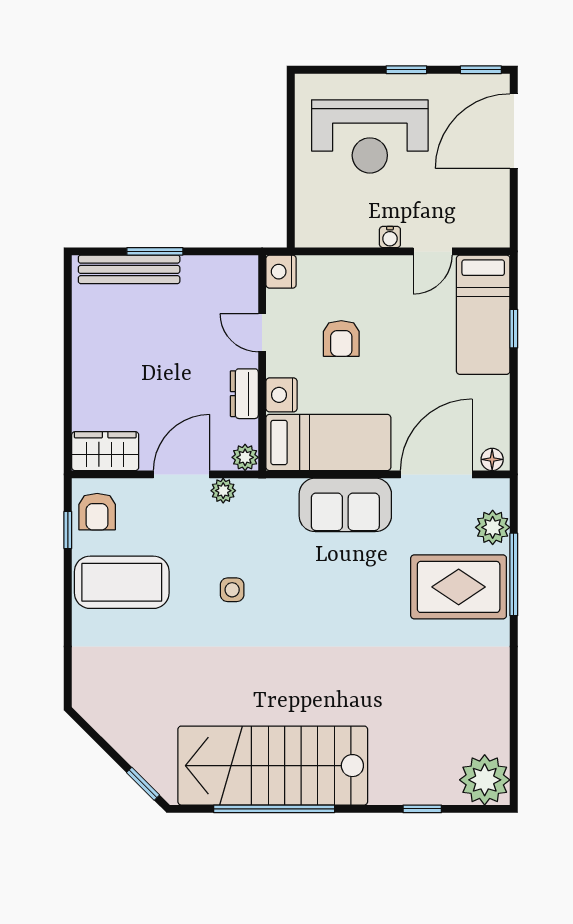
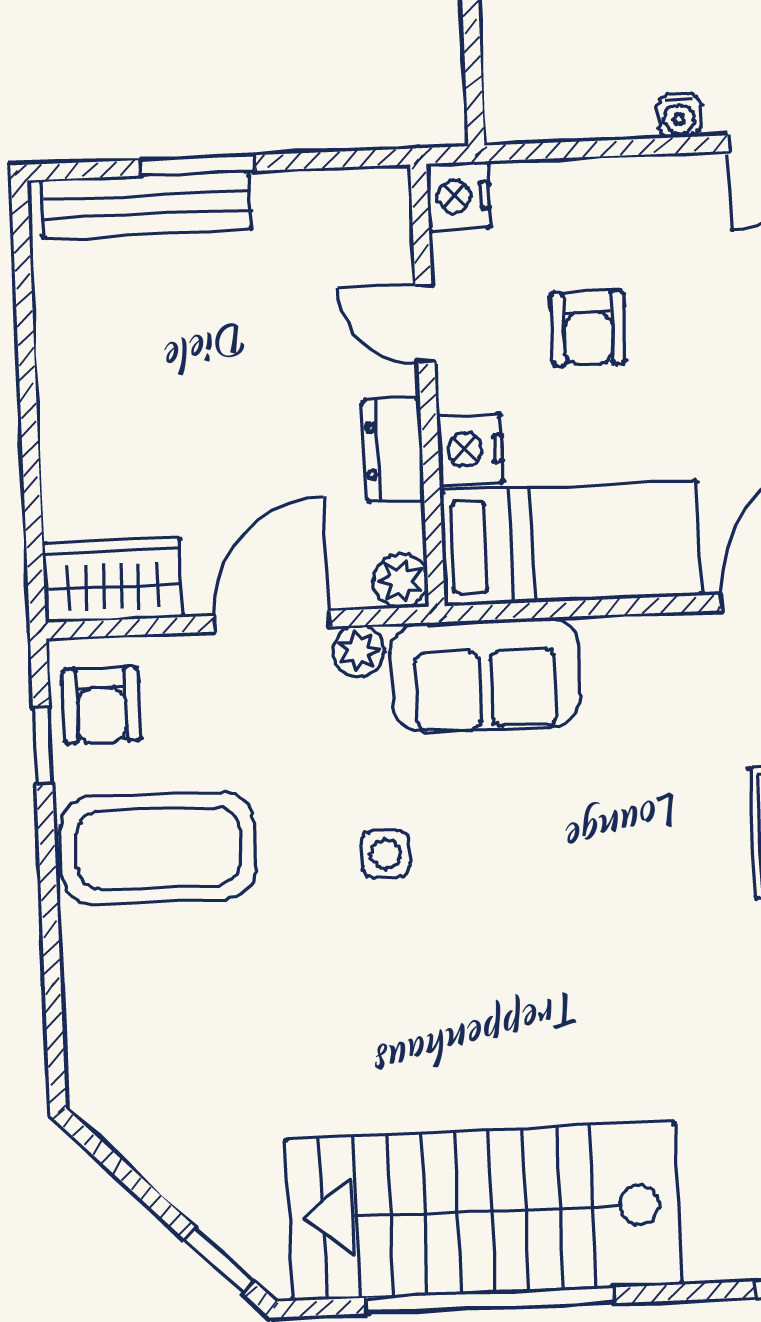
sofa: (345, 505) -> (485, 675), moved

